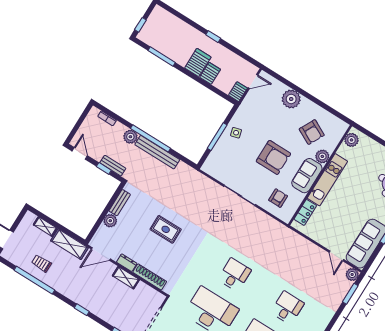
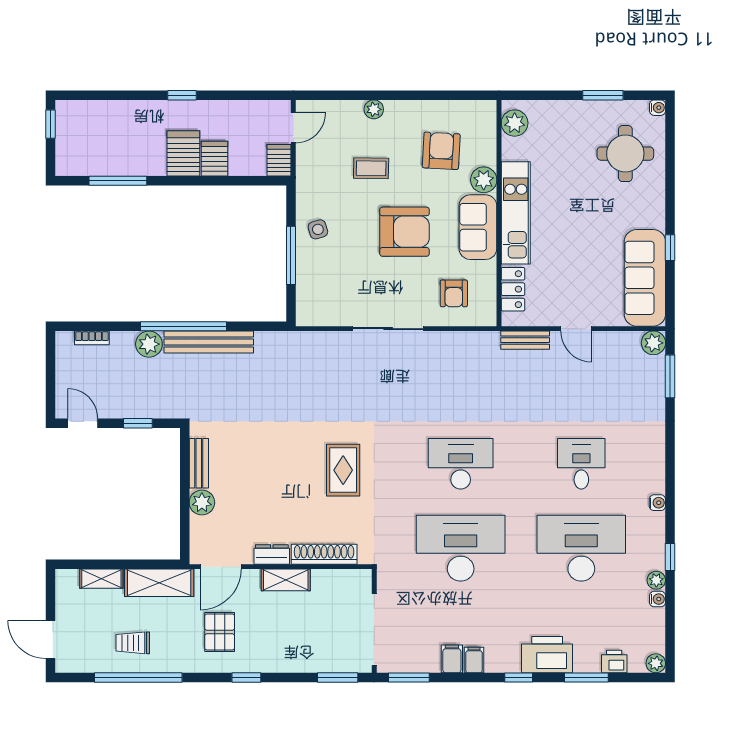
window: (140, 25) -> (51, 124), moved
plant: (291, 99) -> (374, 109), width x0.53, depth x0.53
coffee table: (276, 120) -> (371, 168), added
armchair: (312, 132) -> (441, 151), turned -114
bench: (113, 166) -> (525, 340), moved
armchair: (278, 198) -> (454, 293), turned 180
rug: (166, 229) -> (343, 470), moved, turned 90
door: (336, 256) -> (576, 329), moved
desk: (234, 275) -> (461, 464), width x1.37
pallet: (83, 282) -> (220, 632), added

